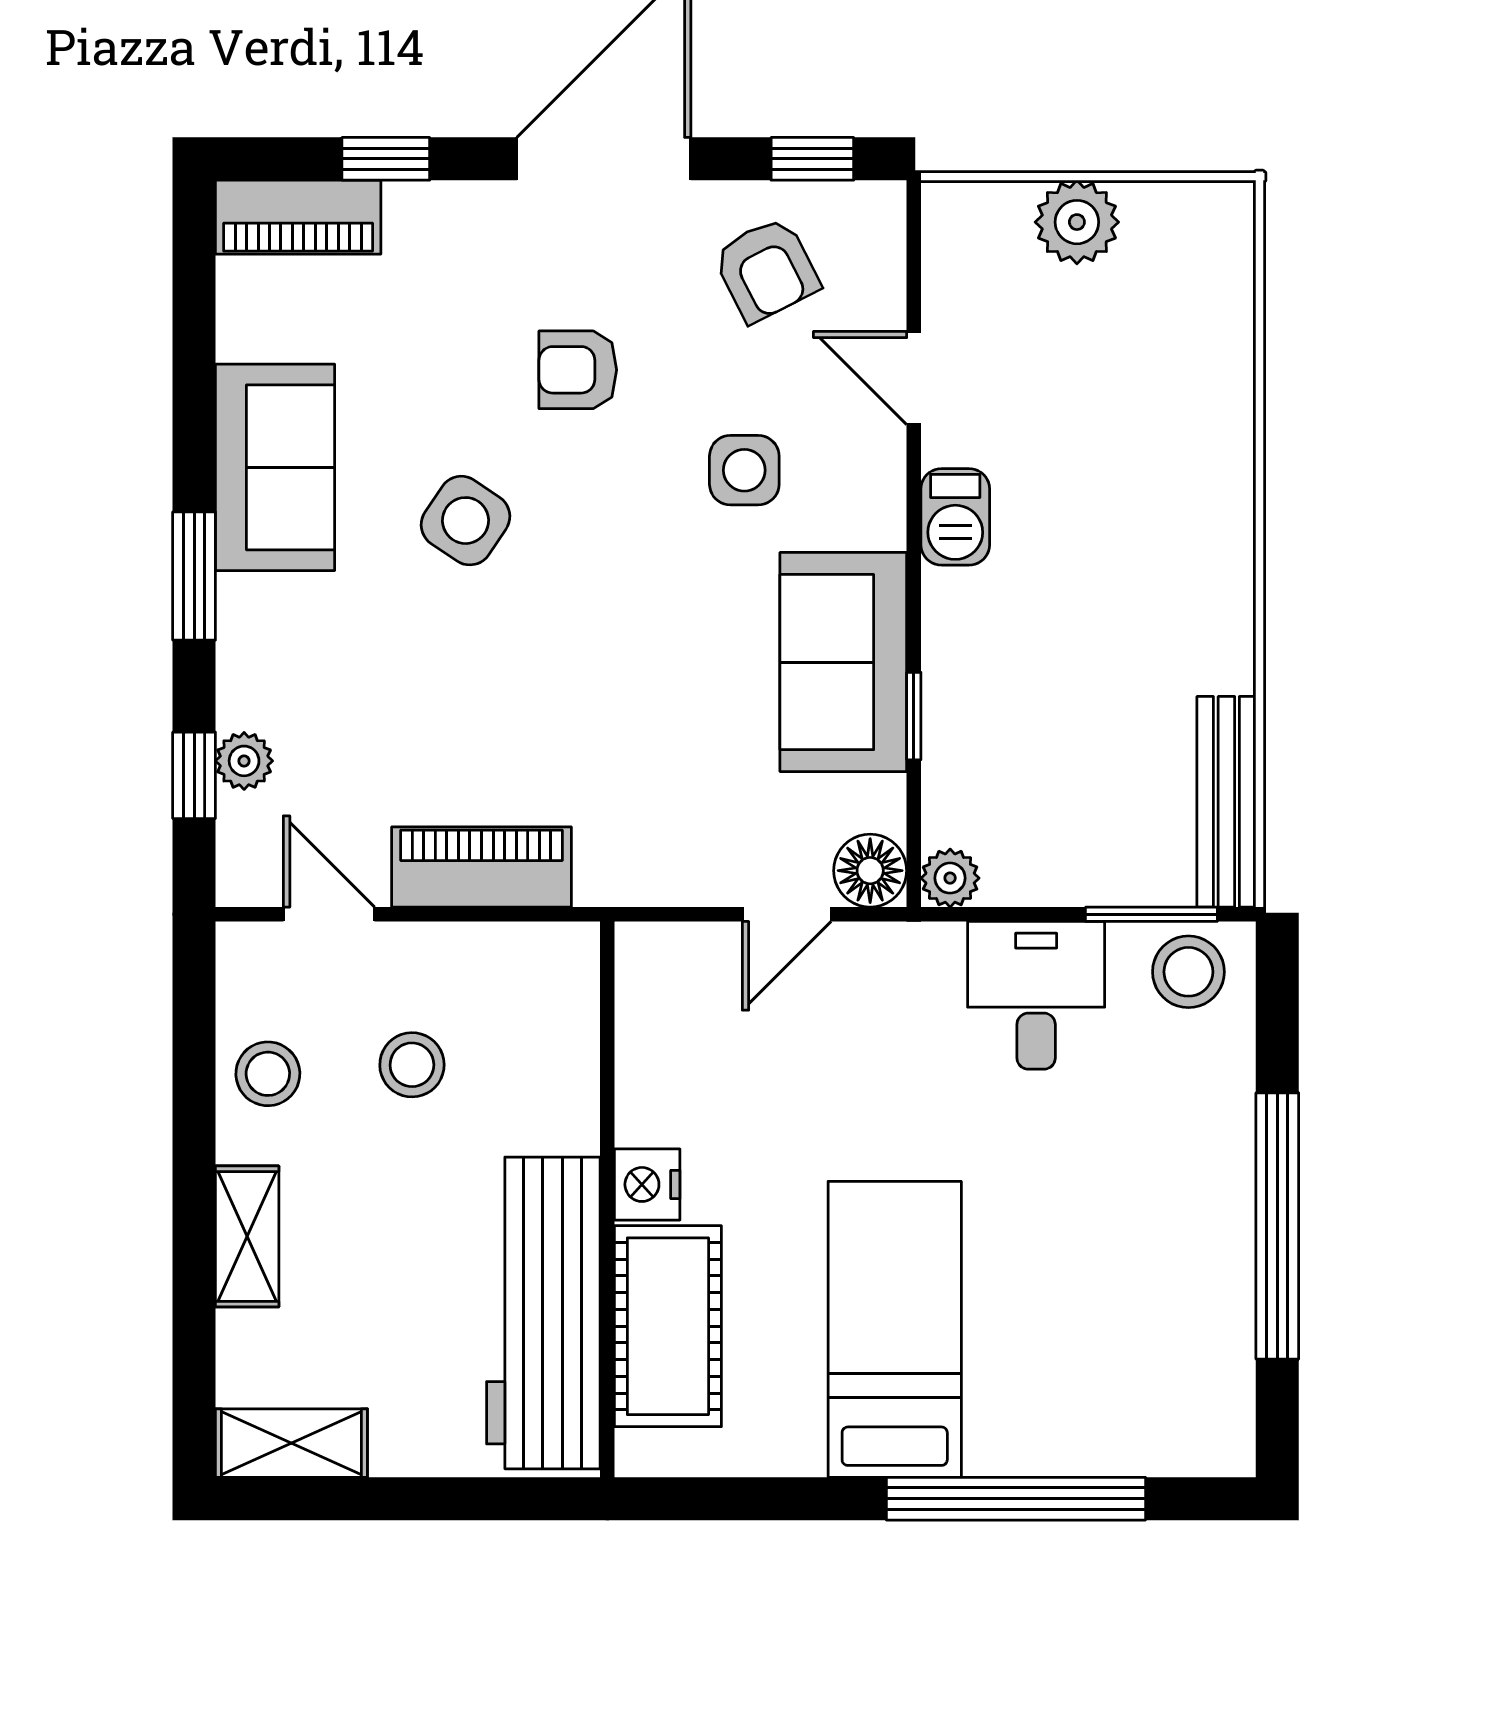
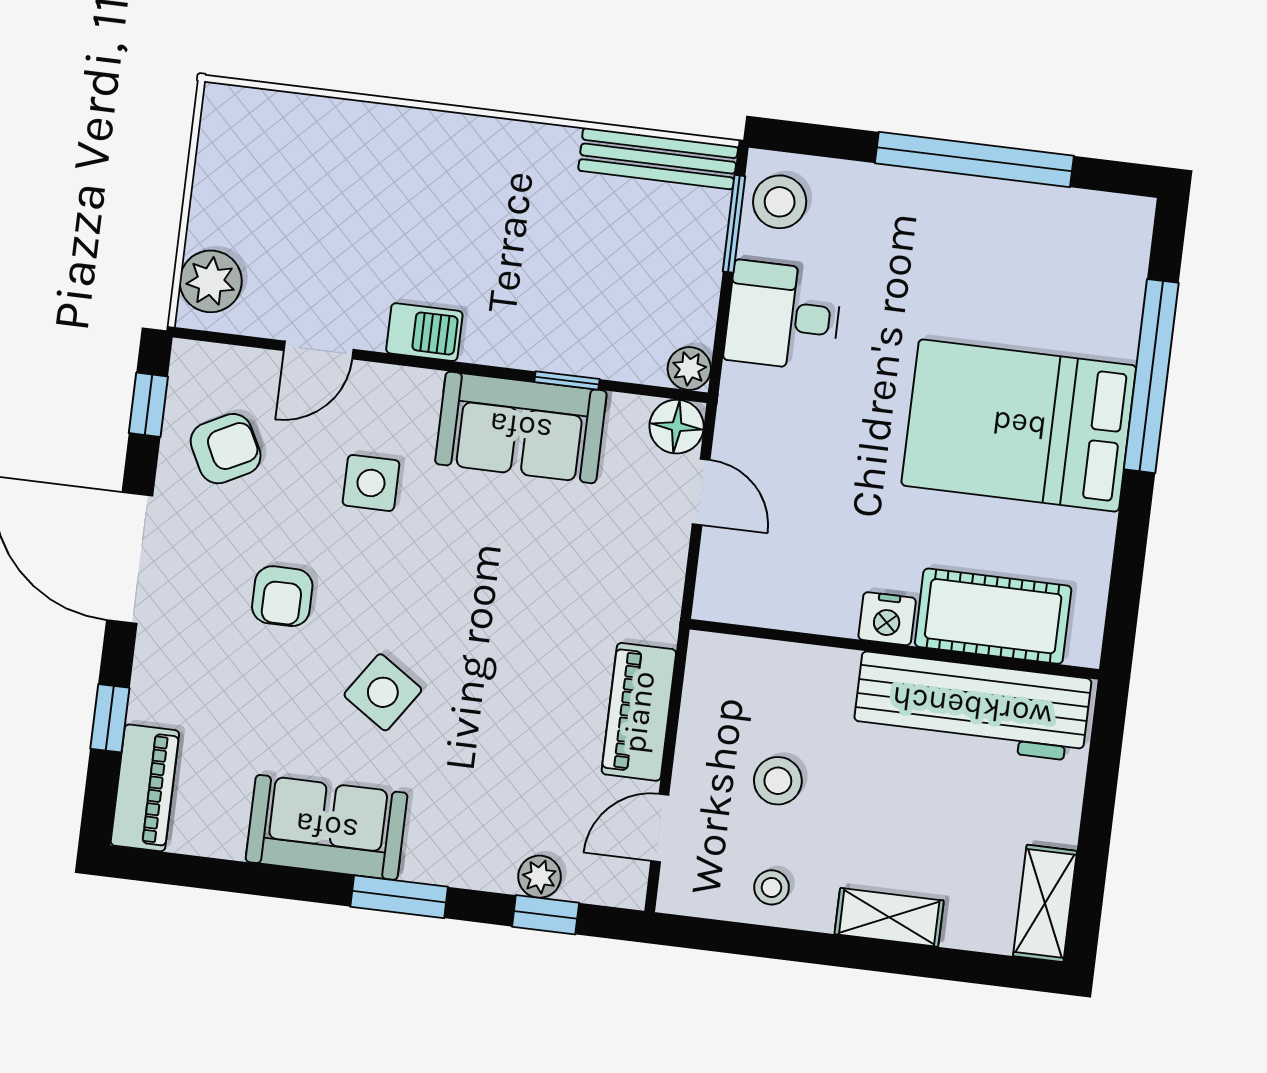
plant: (1077, 222) -> (211, 281), moved
stool: (268, 1074) -> (772, 887), width x0.73, depth x0.73
bed: (895, 1329) -> (1019, 425), width x1.50

